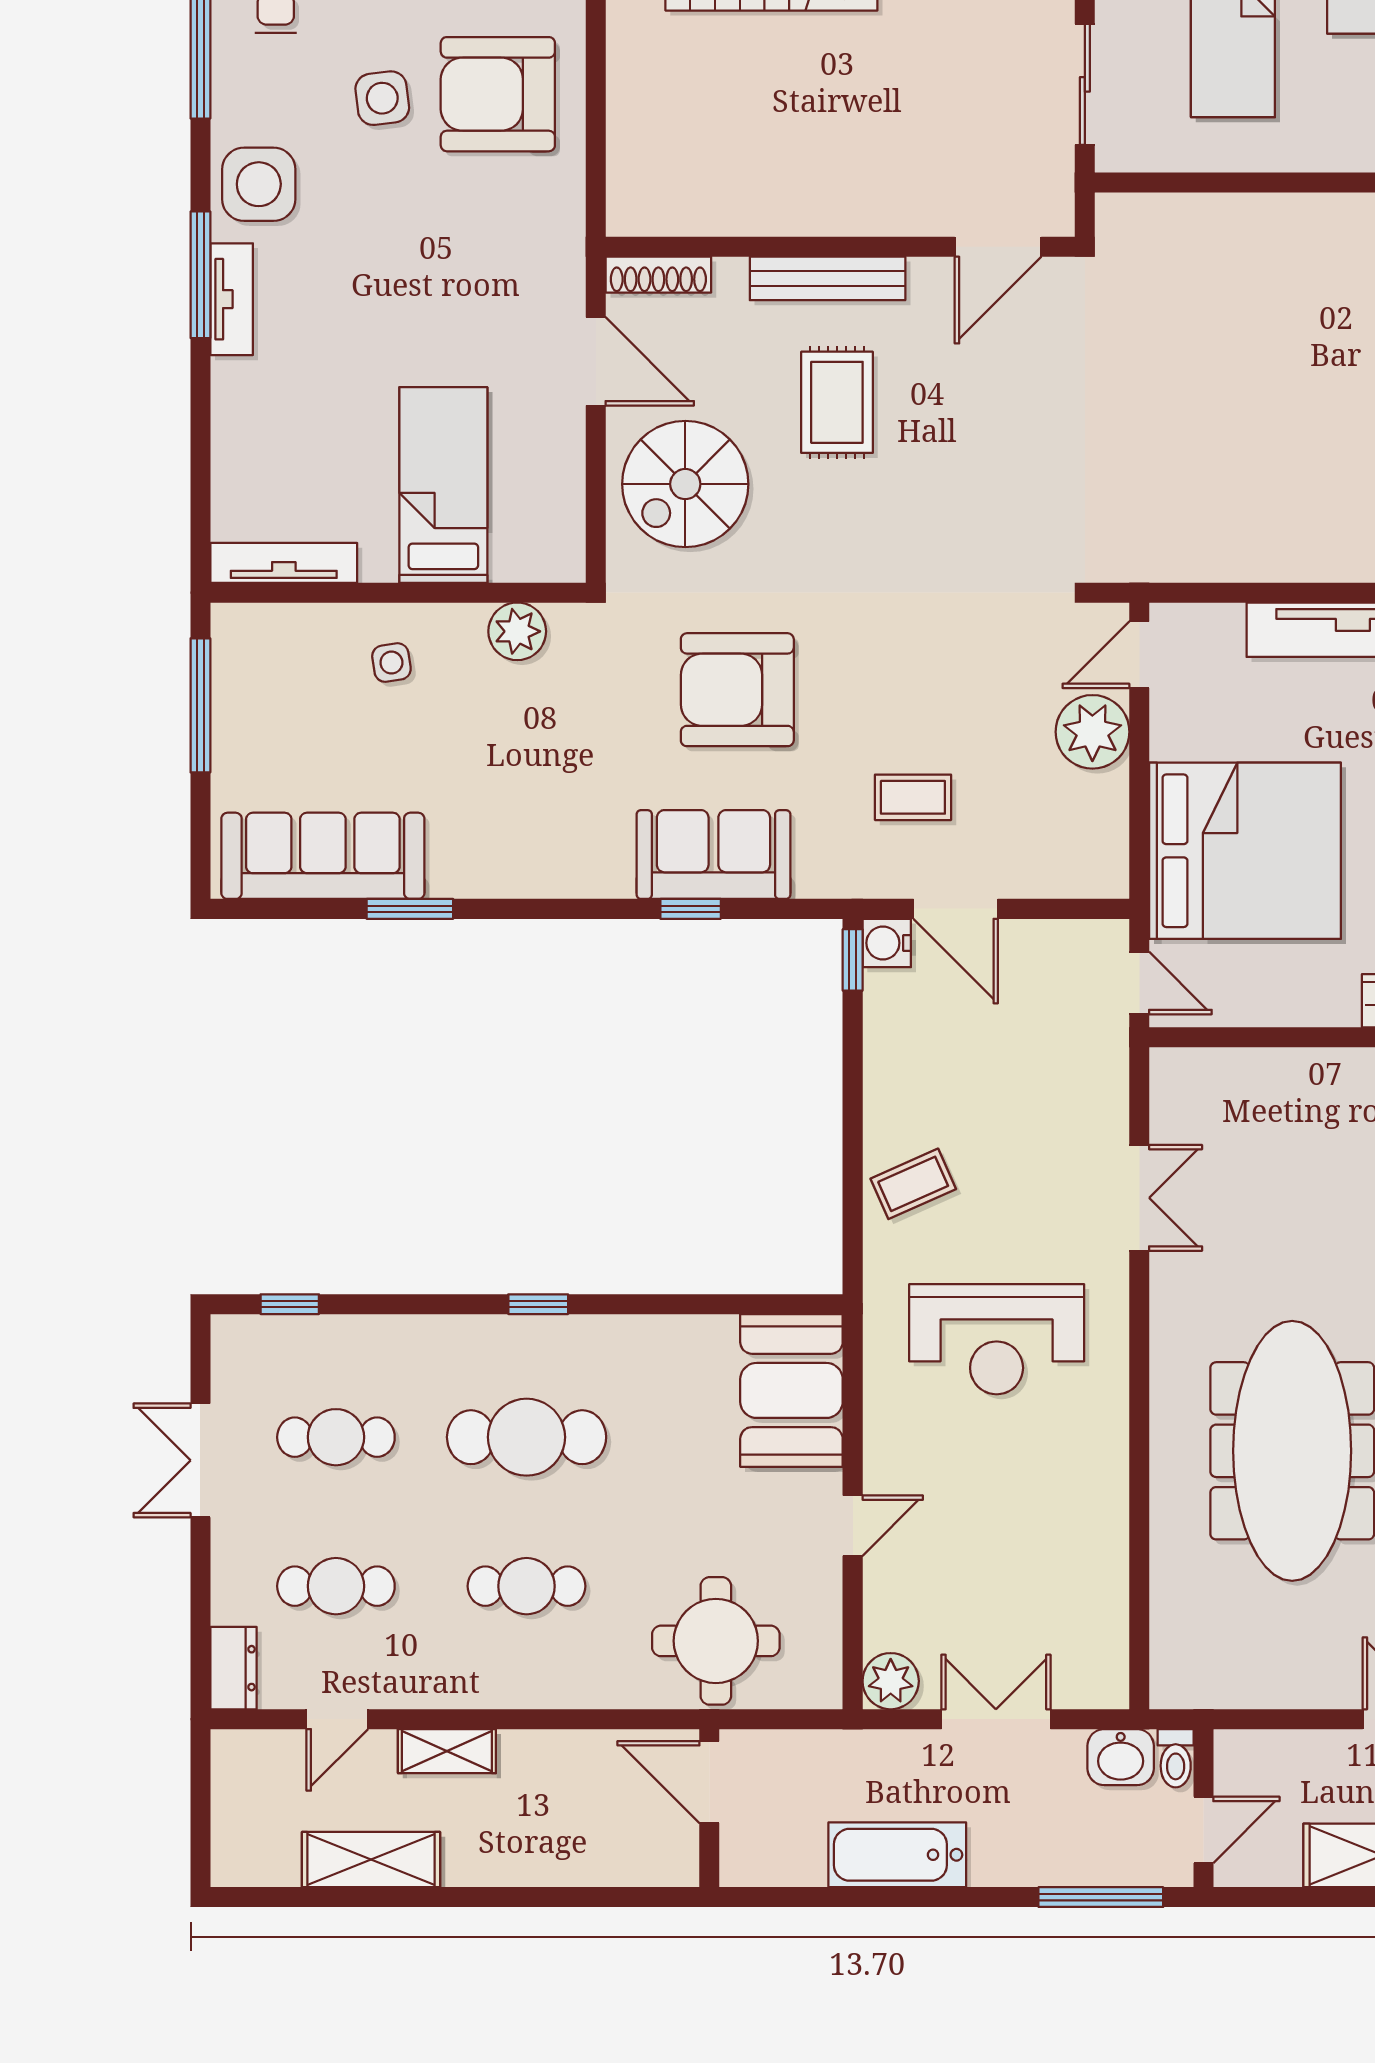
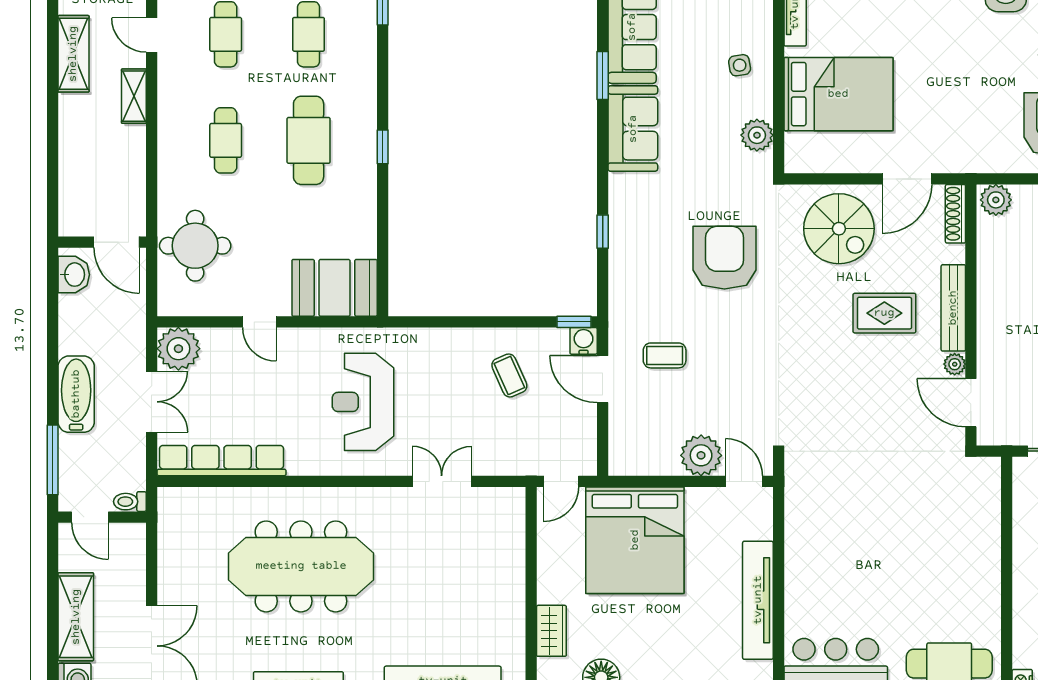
plant: (634, 202) -> (996, 200), added
plant: (929, 276) -> (955, 364), added
spiral stairs: (685, 484) -> (839, 229), turned 180
bed: (443, 485) -> (838, 94), width x1.50
coffee table: (913, 797) -> (665, 355), turned 90
sofa: (713, 855) -> (633, 129), moved
door: (956, 909) -> (603, 379), hinge flipped
coffee table: (913, 1184) -> (509, 376), moved
double door: (1139, 1198) -> (442, 481), swing flipped
row of seats: (1102, 1594) -> (221, 461), added
plant: (891, 1681) -> (178, 349), width x1.36, depth x1.36
washbasin: (1121, 1757) -> (74, 275), moved, turned 180
door: (709, 1782) -> (117, 242), swing flipped
bathtub: (897, 1855) -> (76, 394), moved

